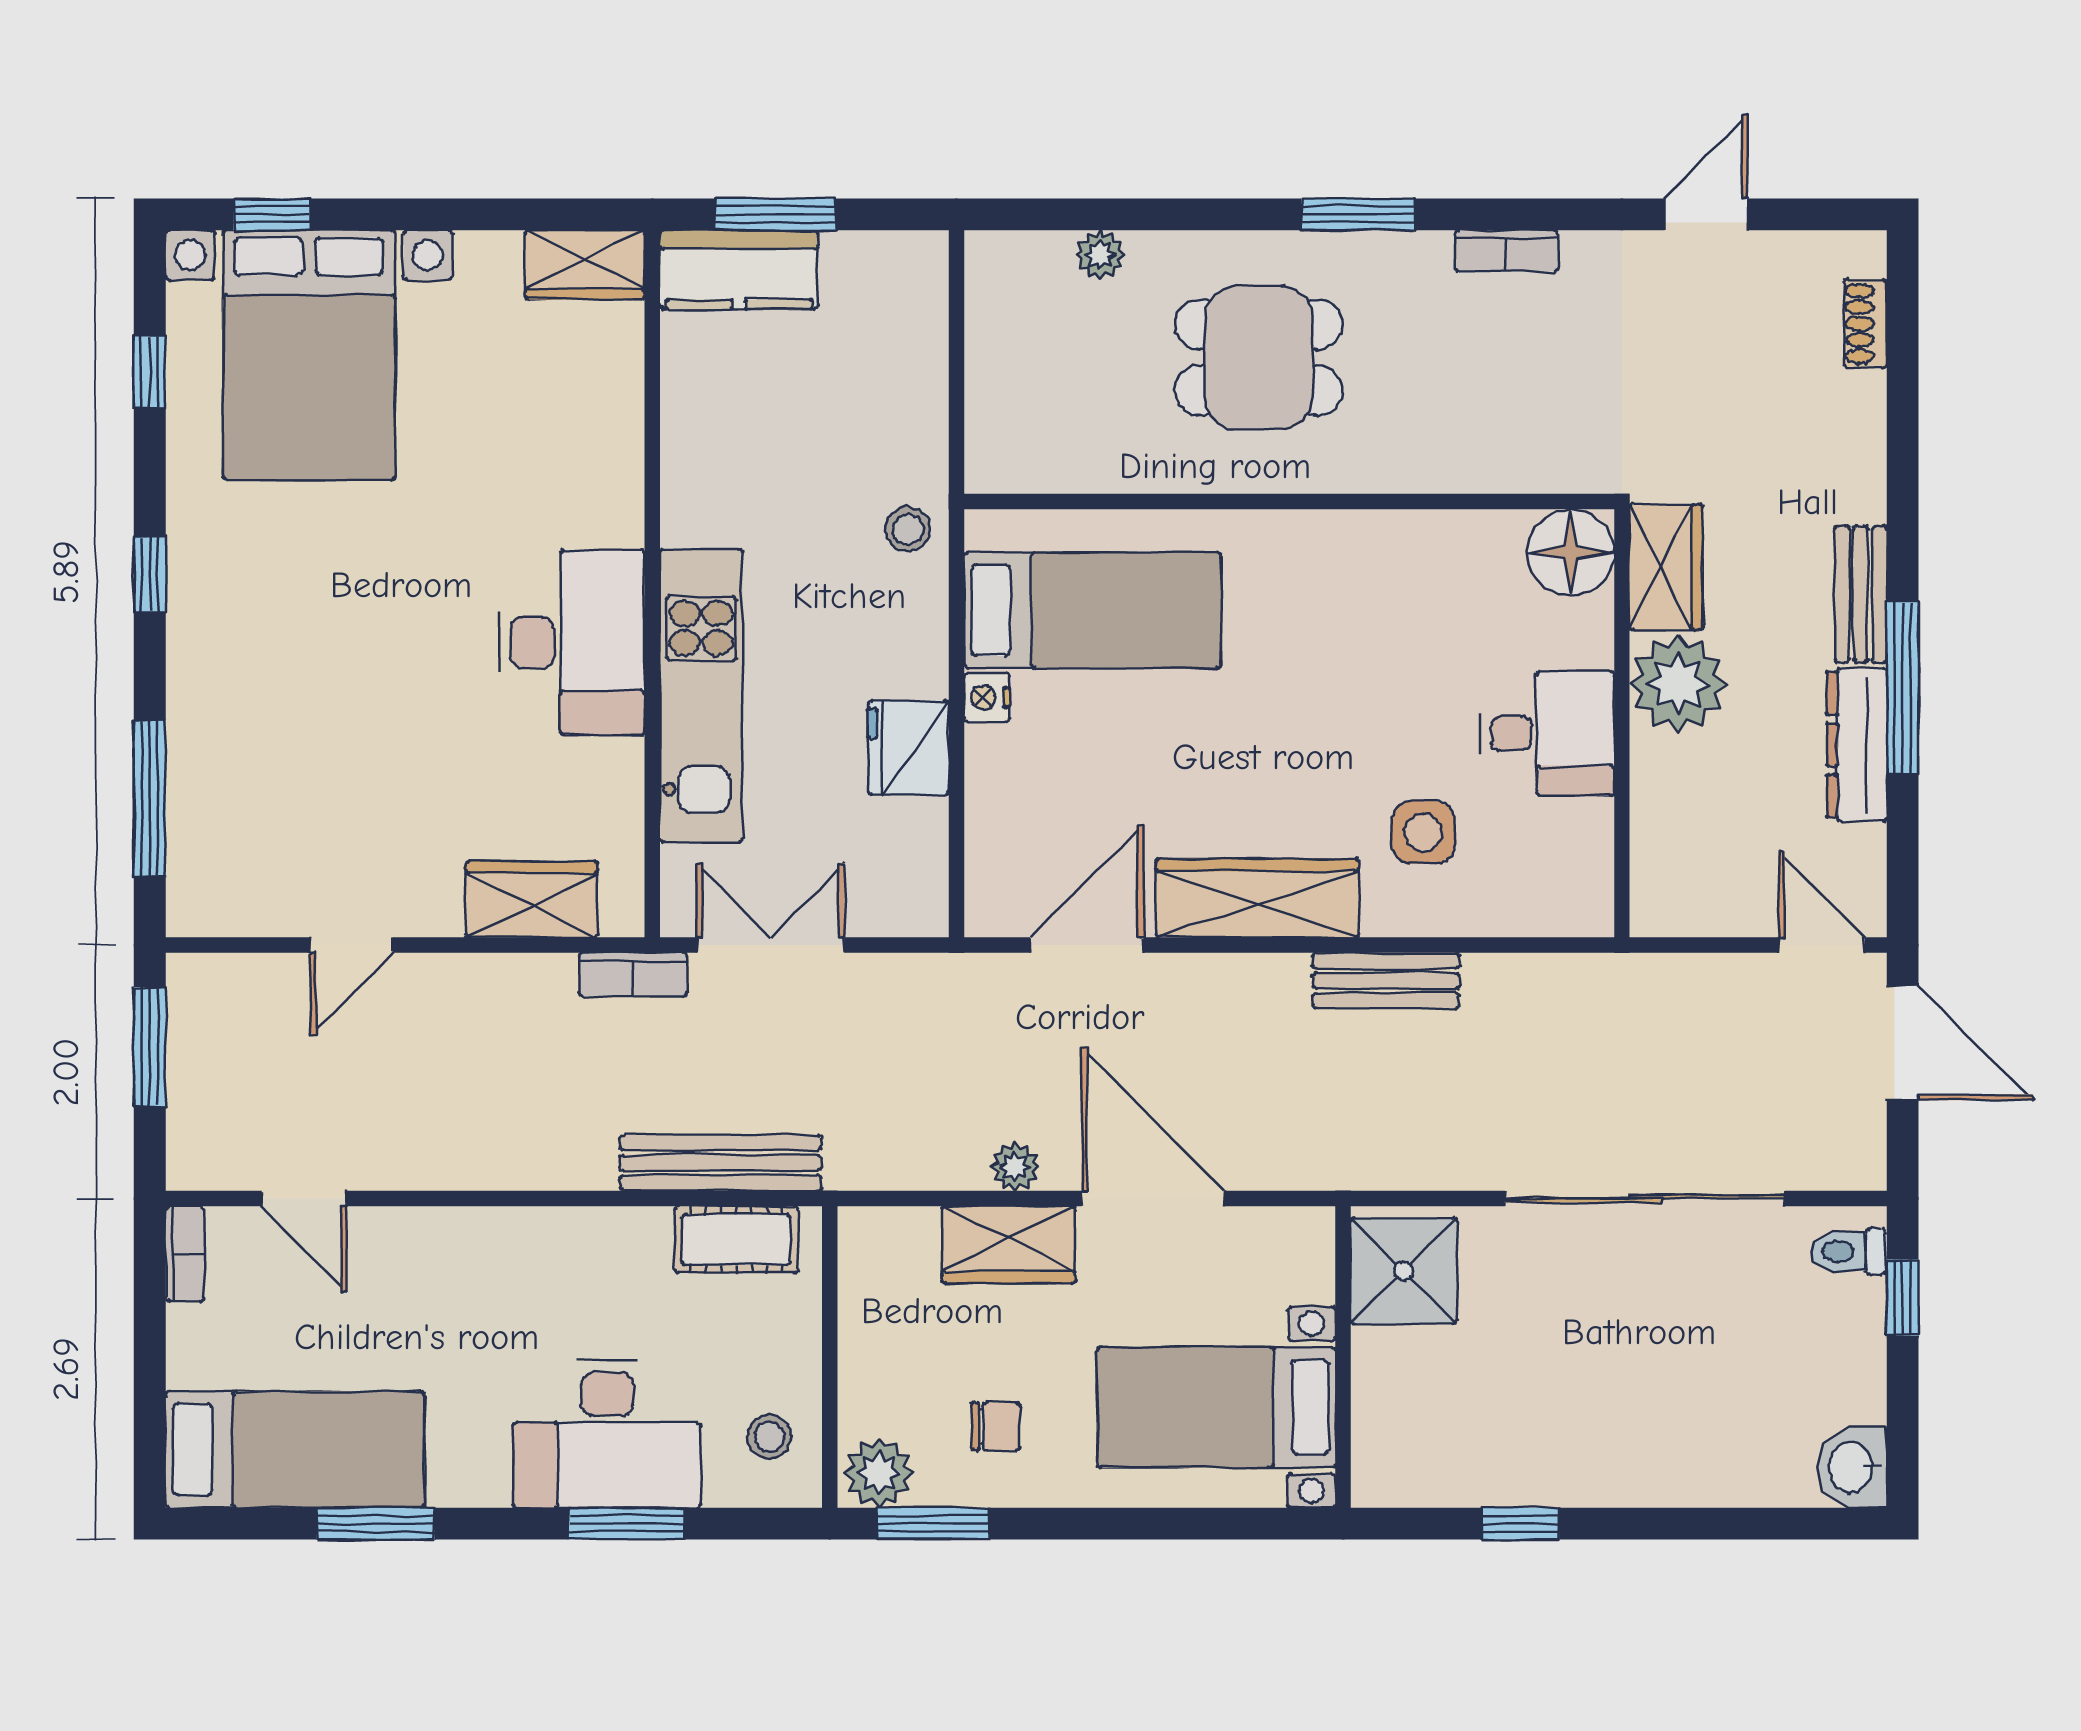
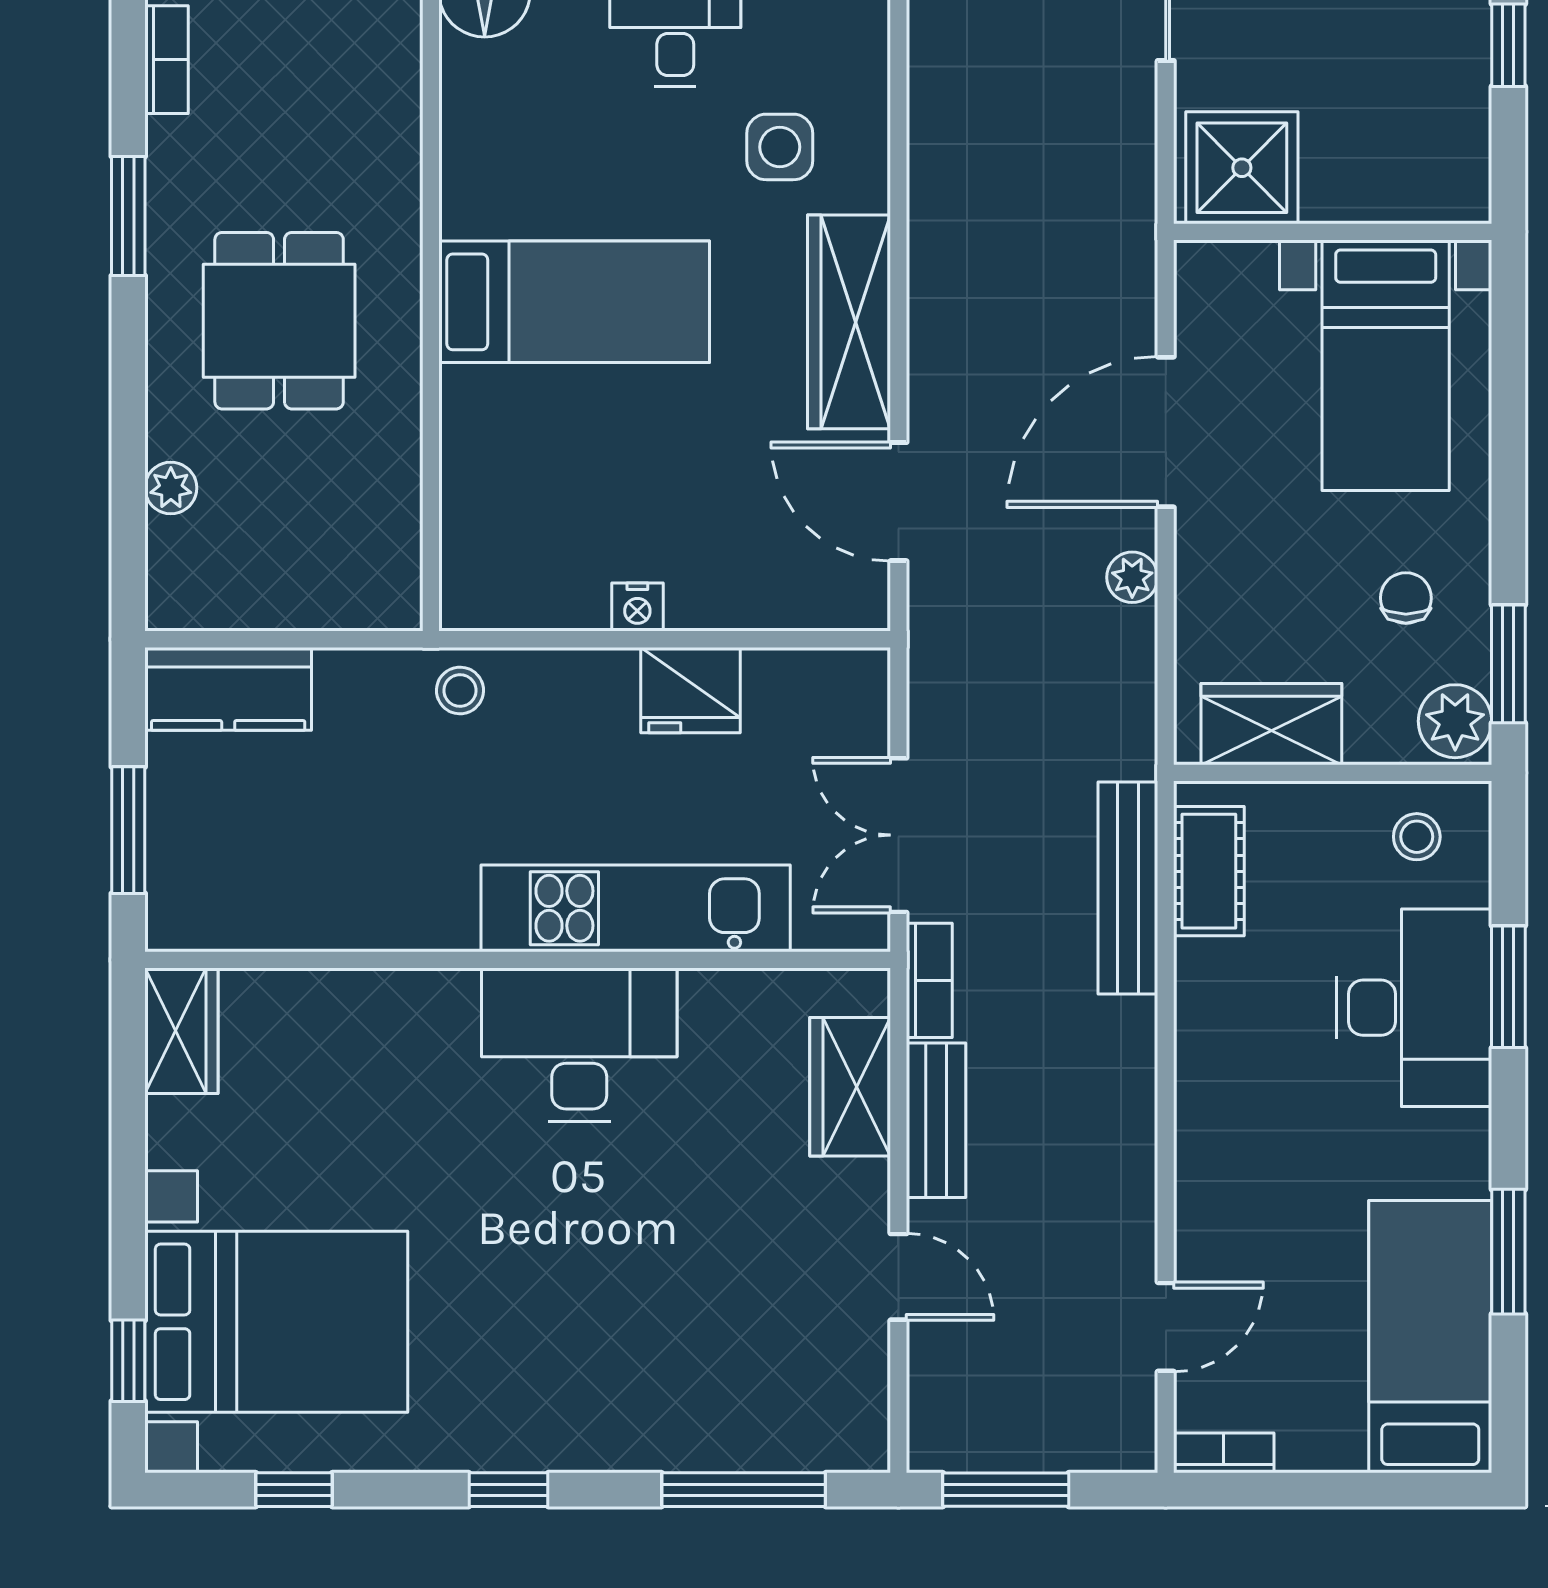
kitchen counter: (739, 270) -> (228, 689), moved, turned 90
bed: (1092, 610) -> (574, 302), moved, turned 90
bench: (1386, 981) -> (936, 1120), moved
wardrobe: (1009, 1245) -> (1271, 724), moved, turned -90

